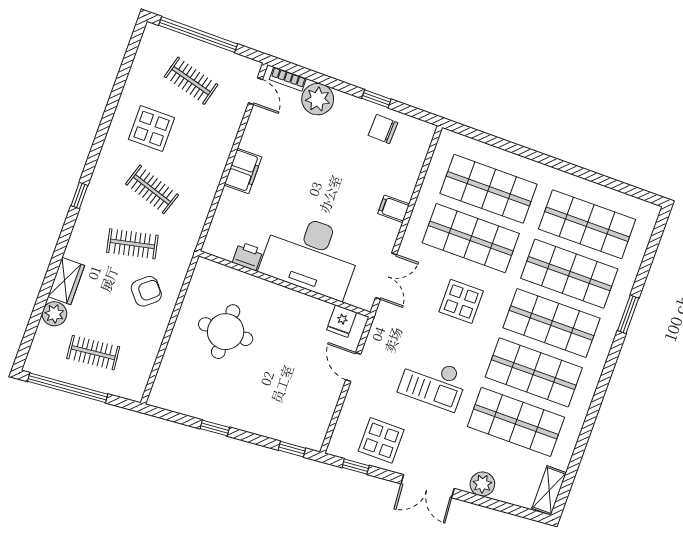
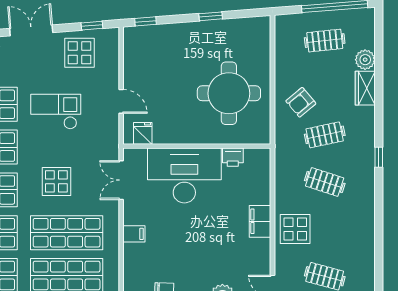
display table: (151, 129) -> (295, 229), moved
round table: (226, 332) -> (229, 93), width x1.36, depth x1.36

